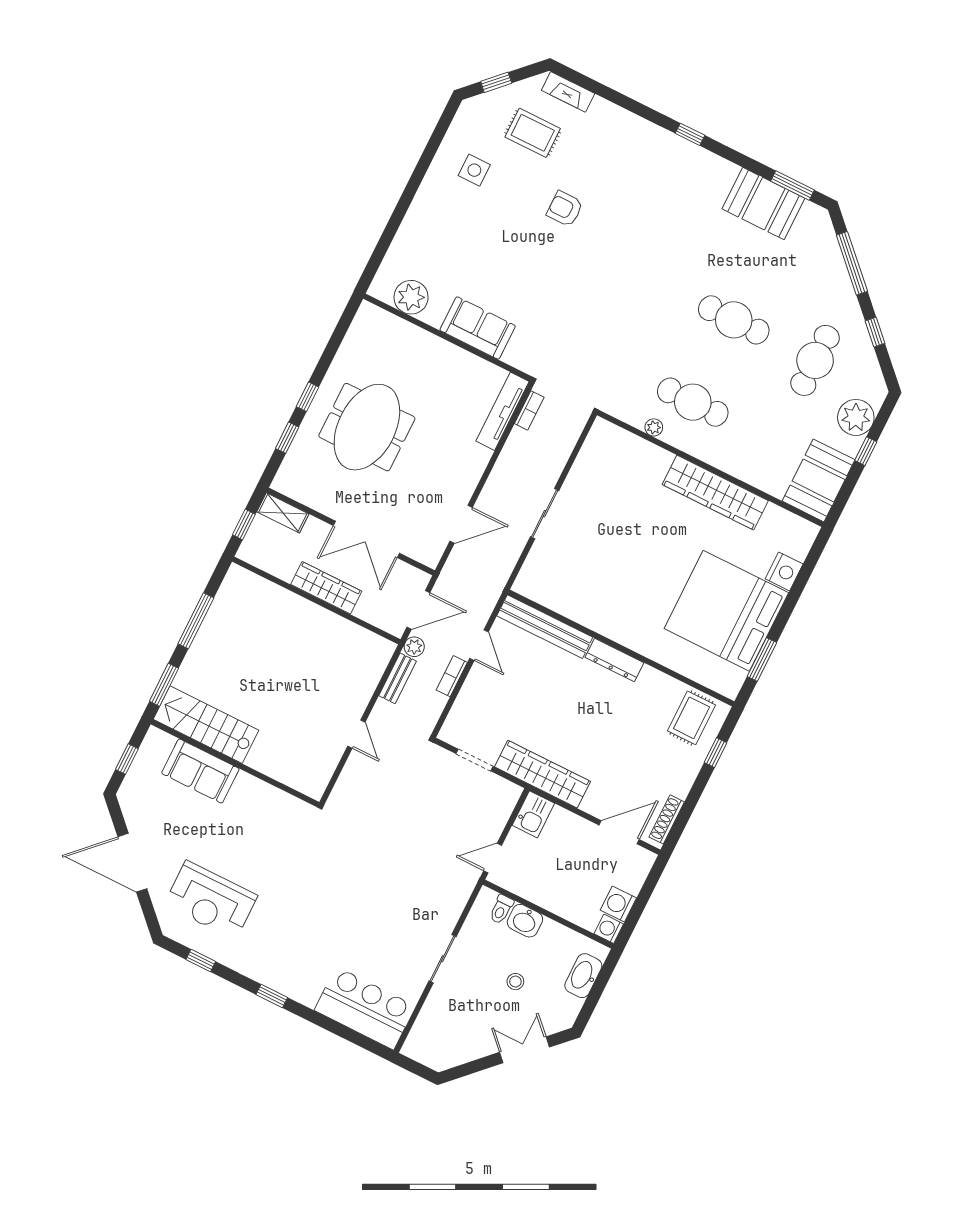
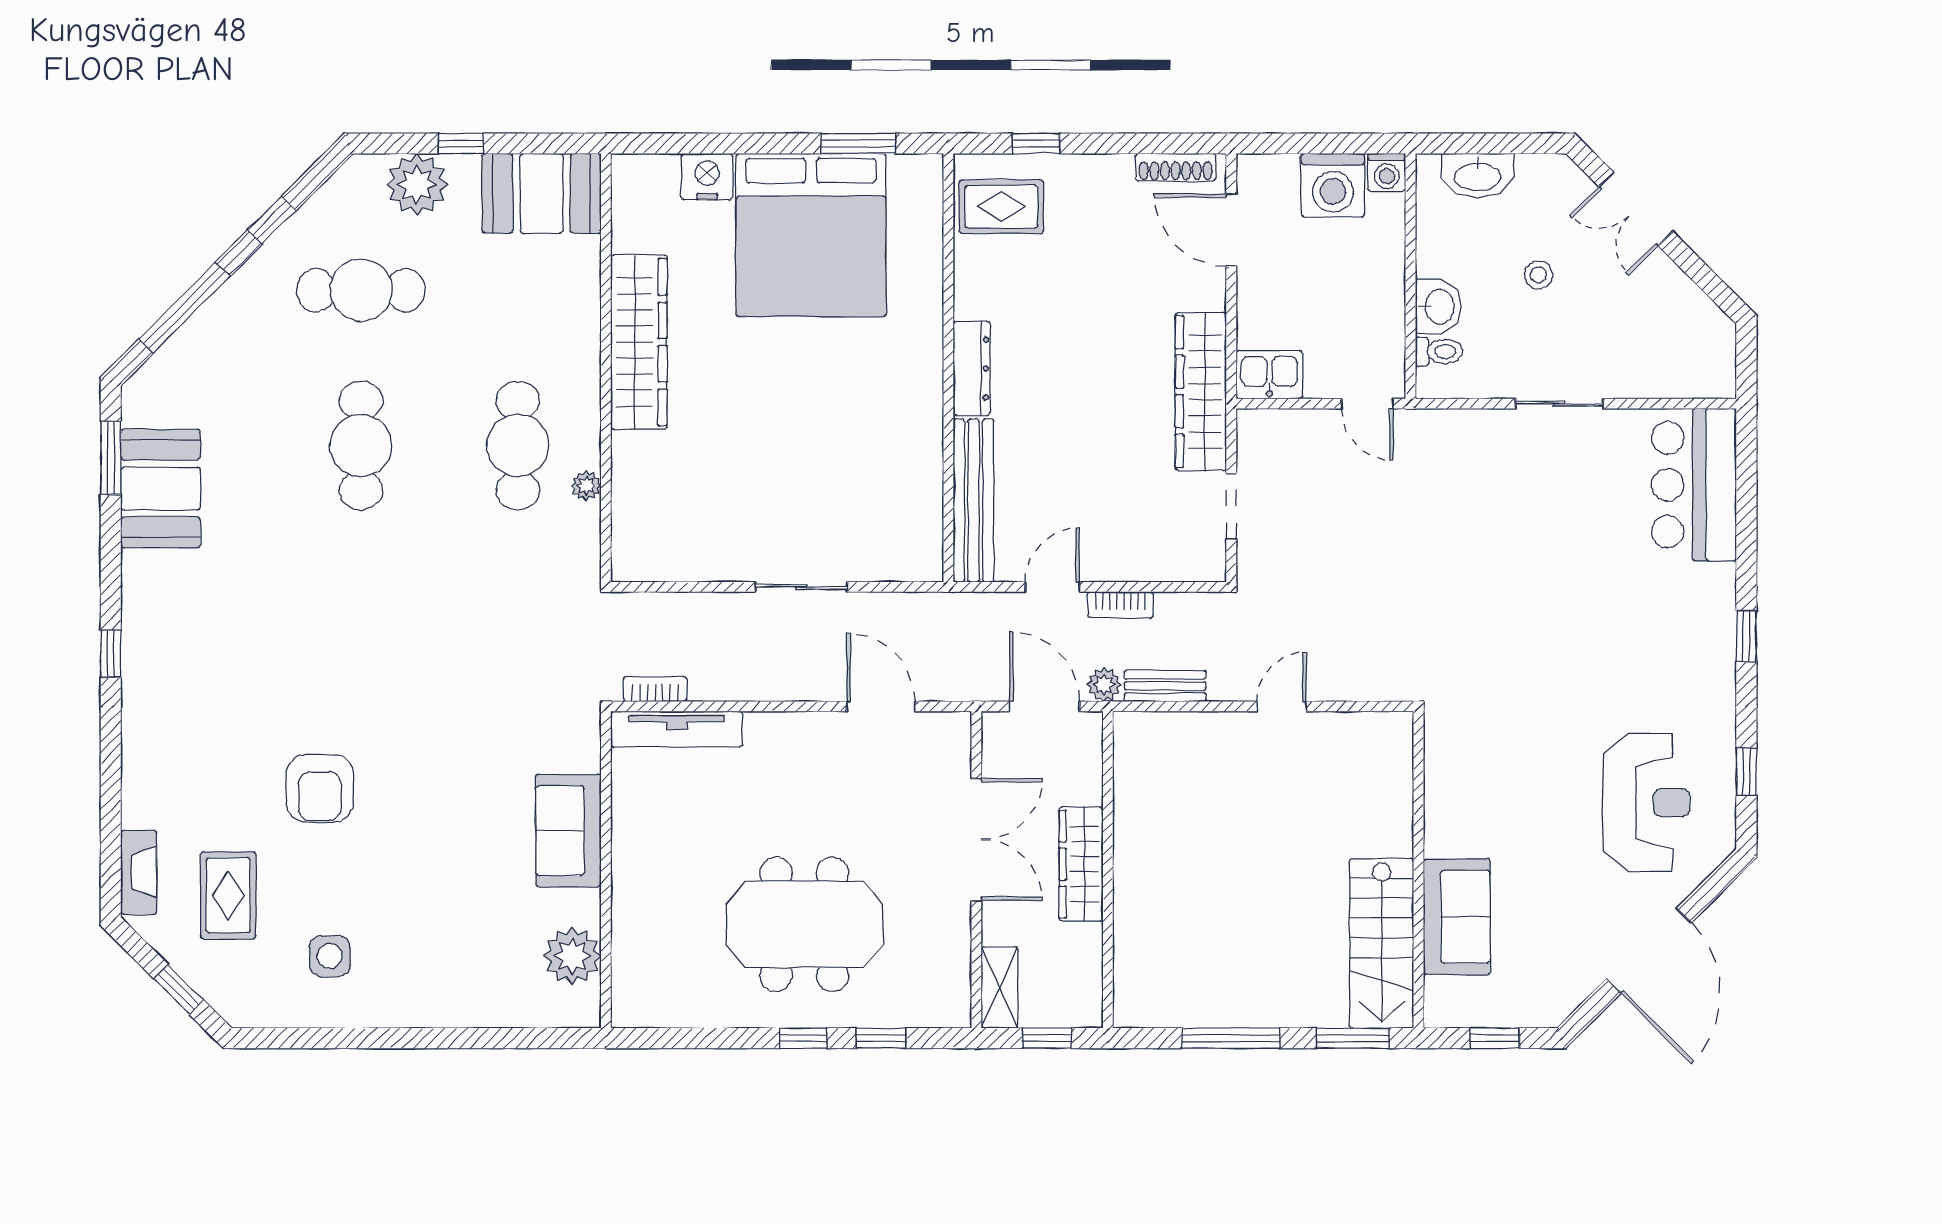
armchair: (565, 209) -> (320, 788), width x1.38, depth x1.38
washing machine: (618, 904) -> (1333, 185), width x1.37, depth x1.37

